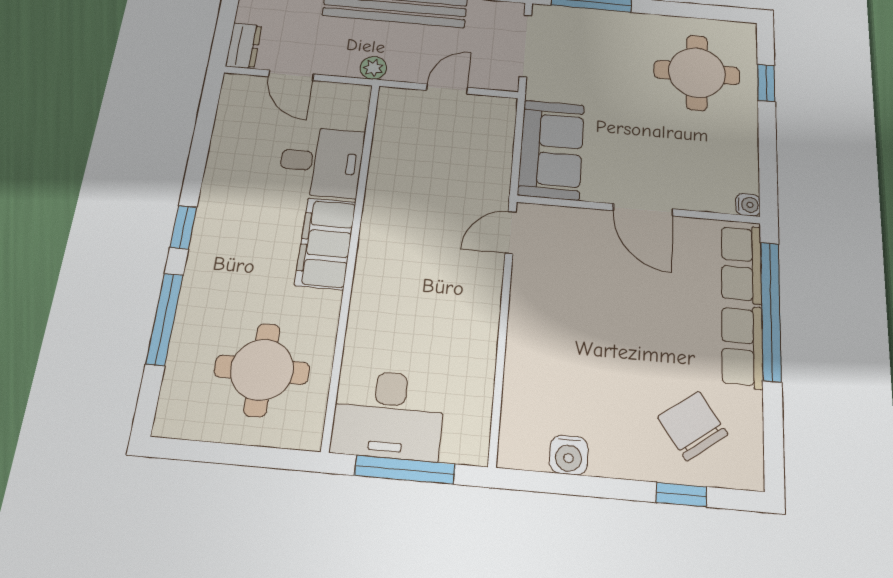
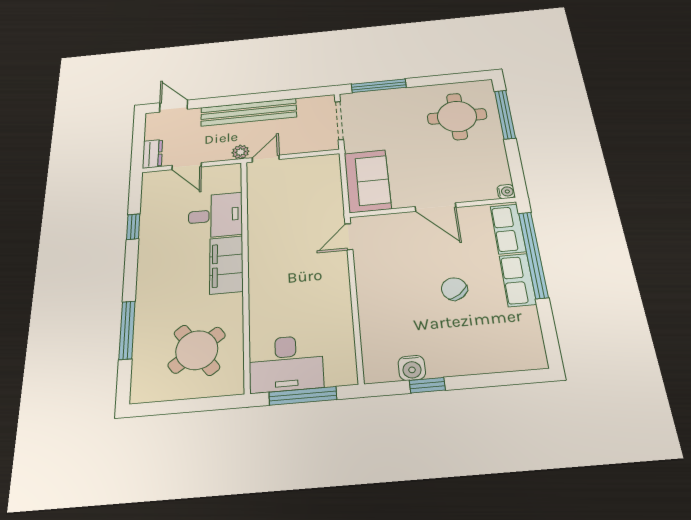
window: (766, 83) -> (505, 114), width x2.17
door: (447, 89) -> (266, 159), moved
window: (183, 227) -> (133, 227), moved
round table: (262, 370) -> (197, 350), turned -36
chair: (693, 426) -> (454, 289), moved, width x0.73, depth x0.73
window: (681, 495) -> (427, 385), moved

